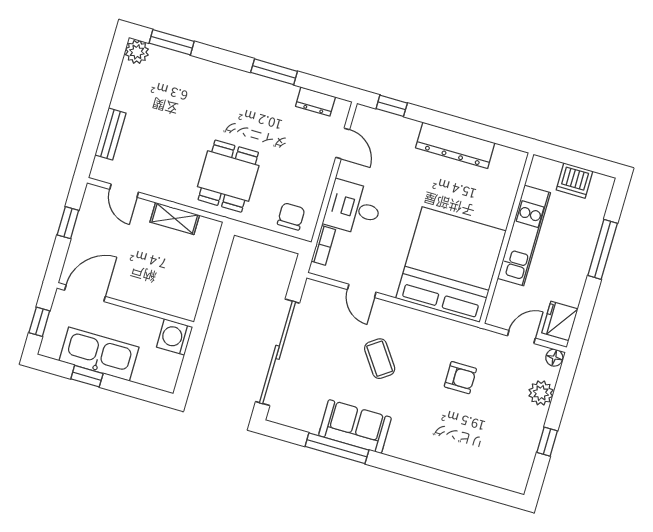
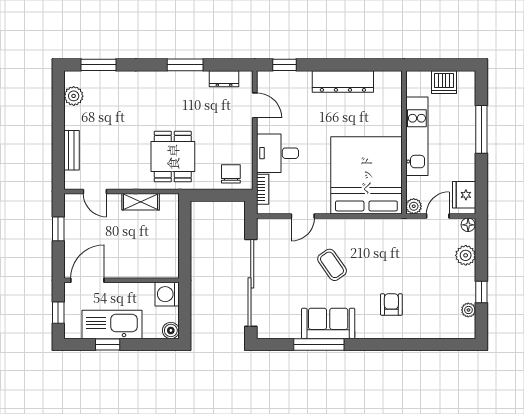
plant: (137, 52) -> (74, 96), moved
door: (362, 291) -> (303, 216), hinge flipped
plant: (496, 317) -> (414, 206), added
armchair: (460, 378) -> (391, 304), moved, turned -90
boiler: (166, 381) -> (171, 330), added
plant: (526, 459) -> (468, 310), added

